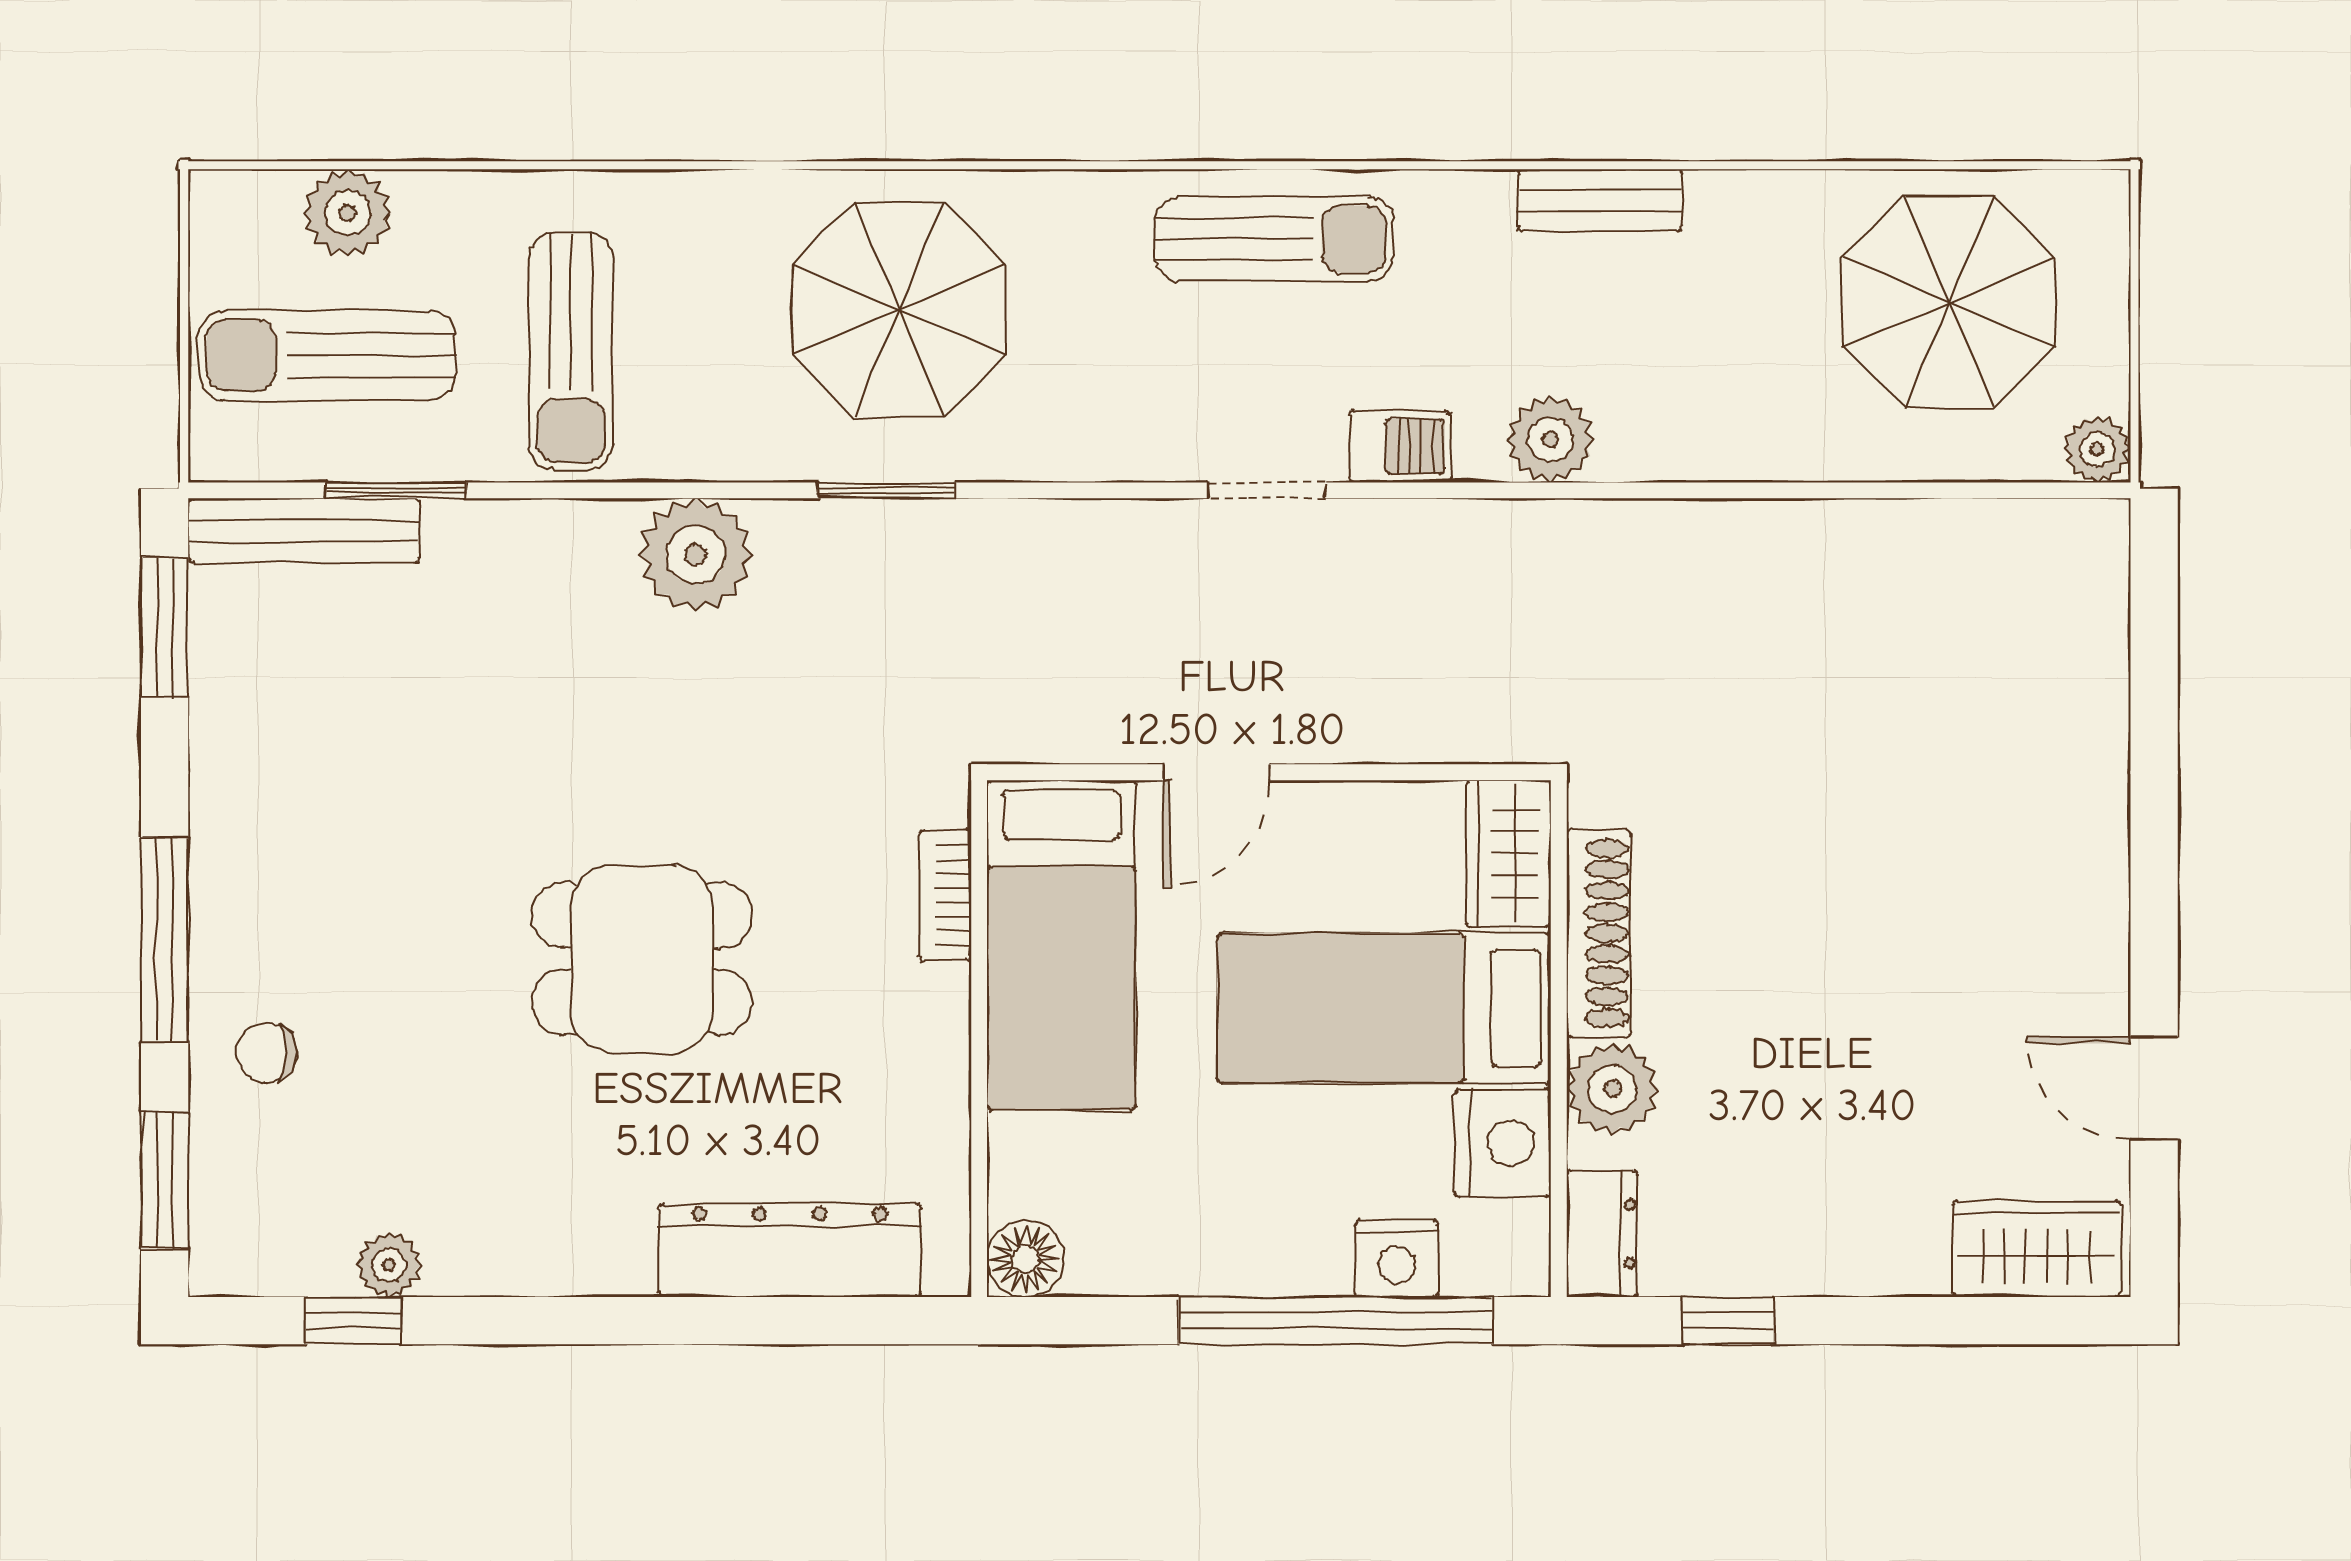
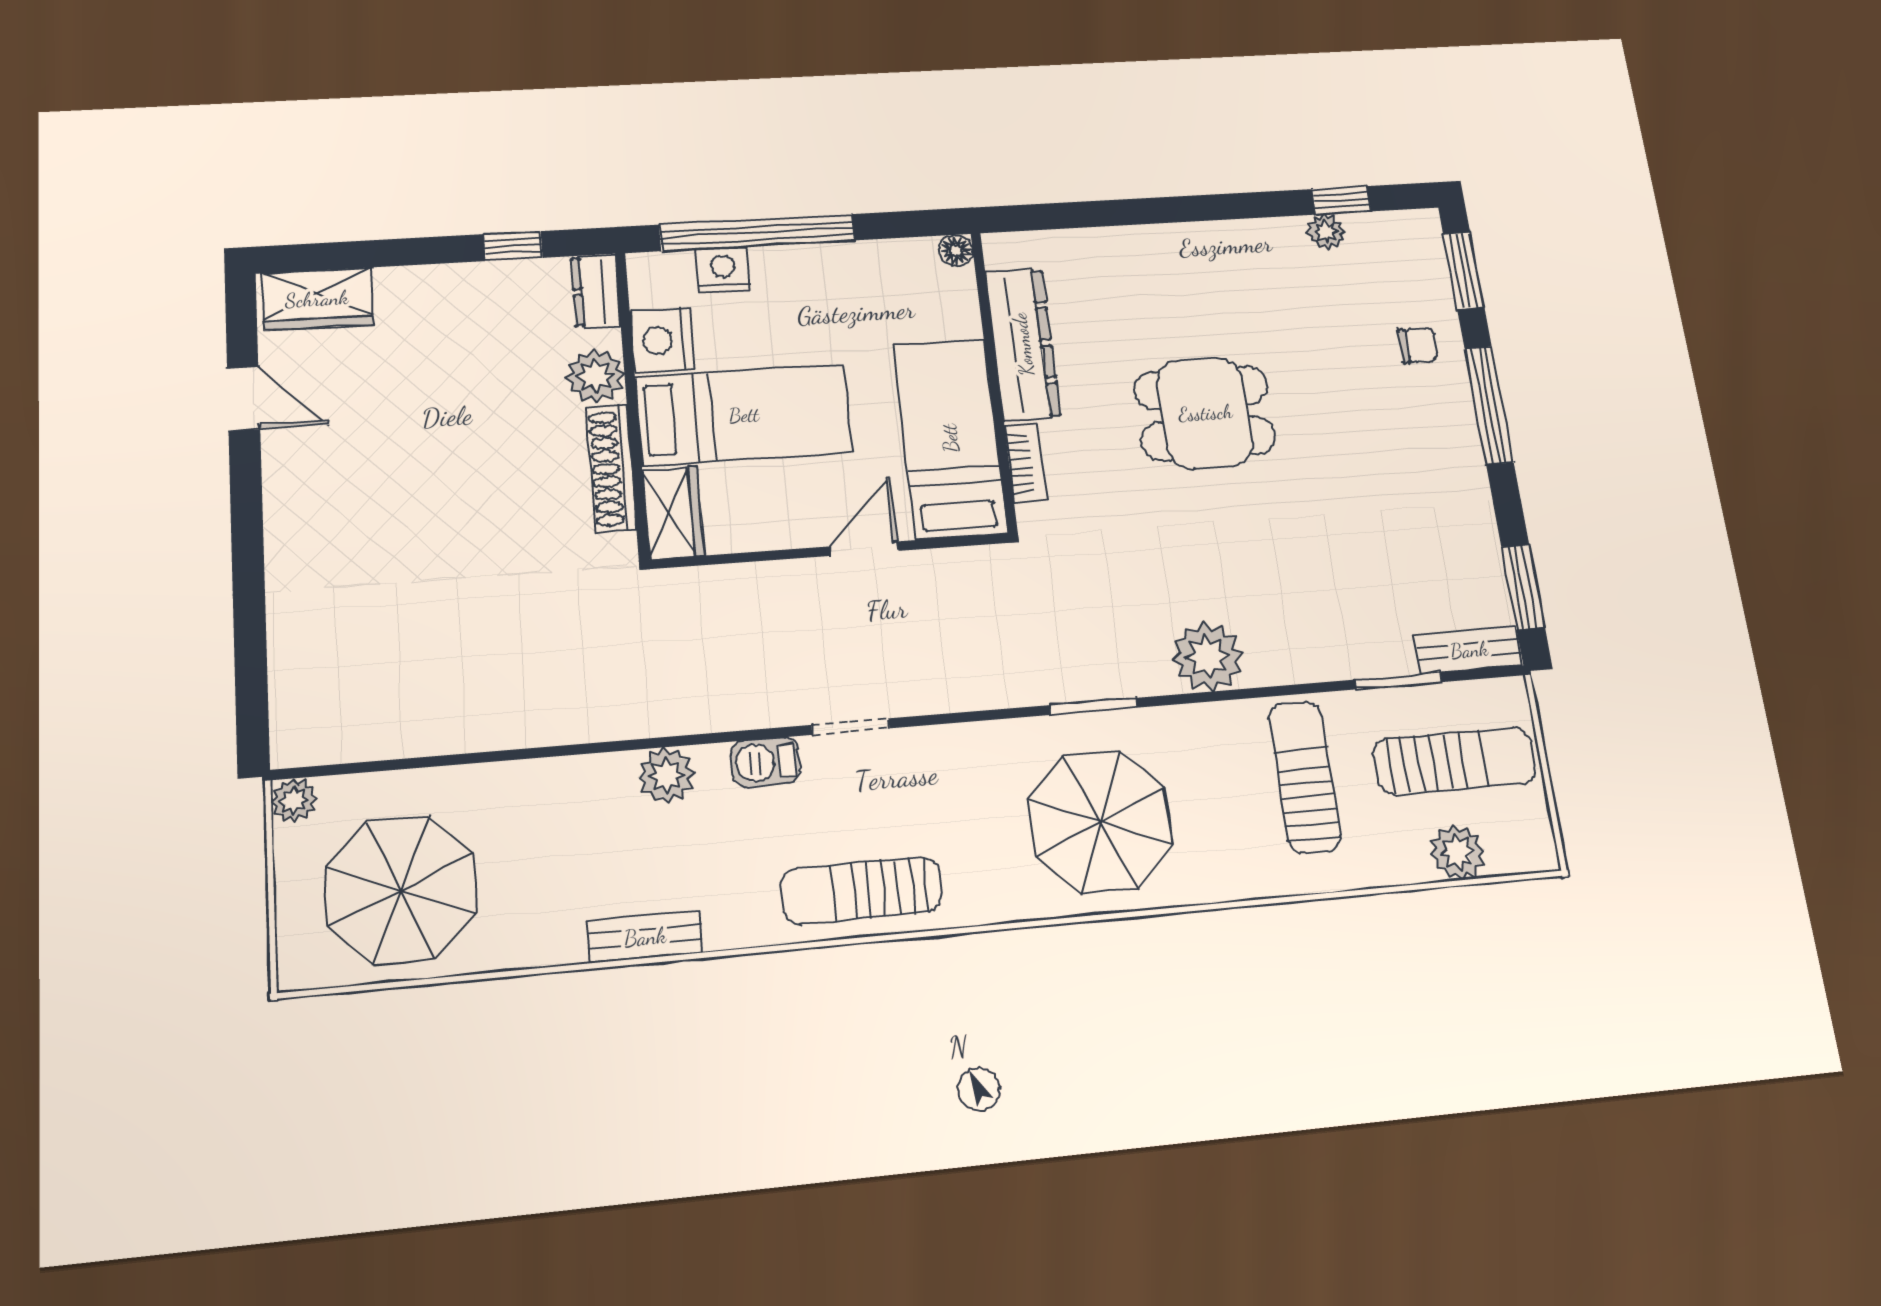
bench: (304, 531) -> (1469, 650), width x0.73
dresser: (790, 1250) -> (1023, 344), moved, turned -90
floor lamp: (1025, 1259) -> (956, 250), width x0.73, depth x0.73

